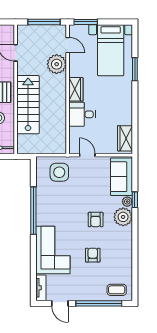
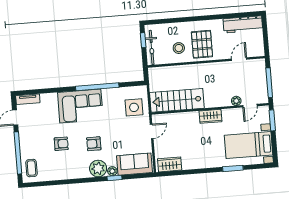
plant: (57, 64) -> (236, 101), width x0.53, depth x0.53
stairs: (28, 105) -> (177, 100), moved, turned 180
desk: (82, 114) -> (188, 124), removed
corner sofa: (53, 250) -> (80, 106), moved

